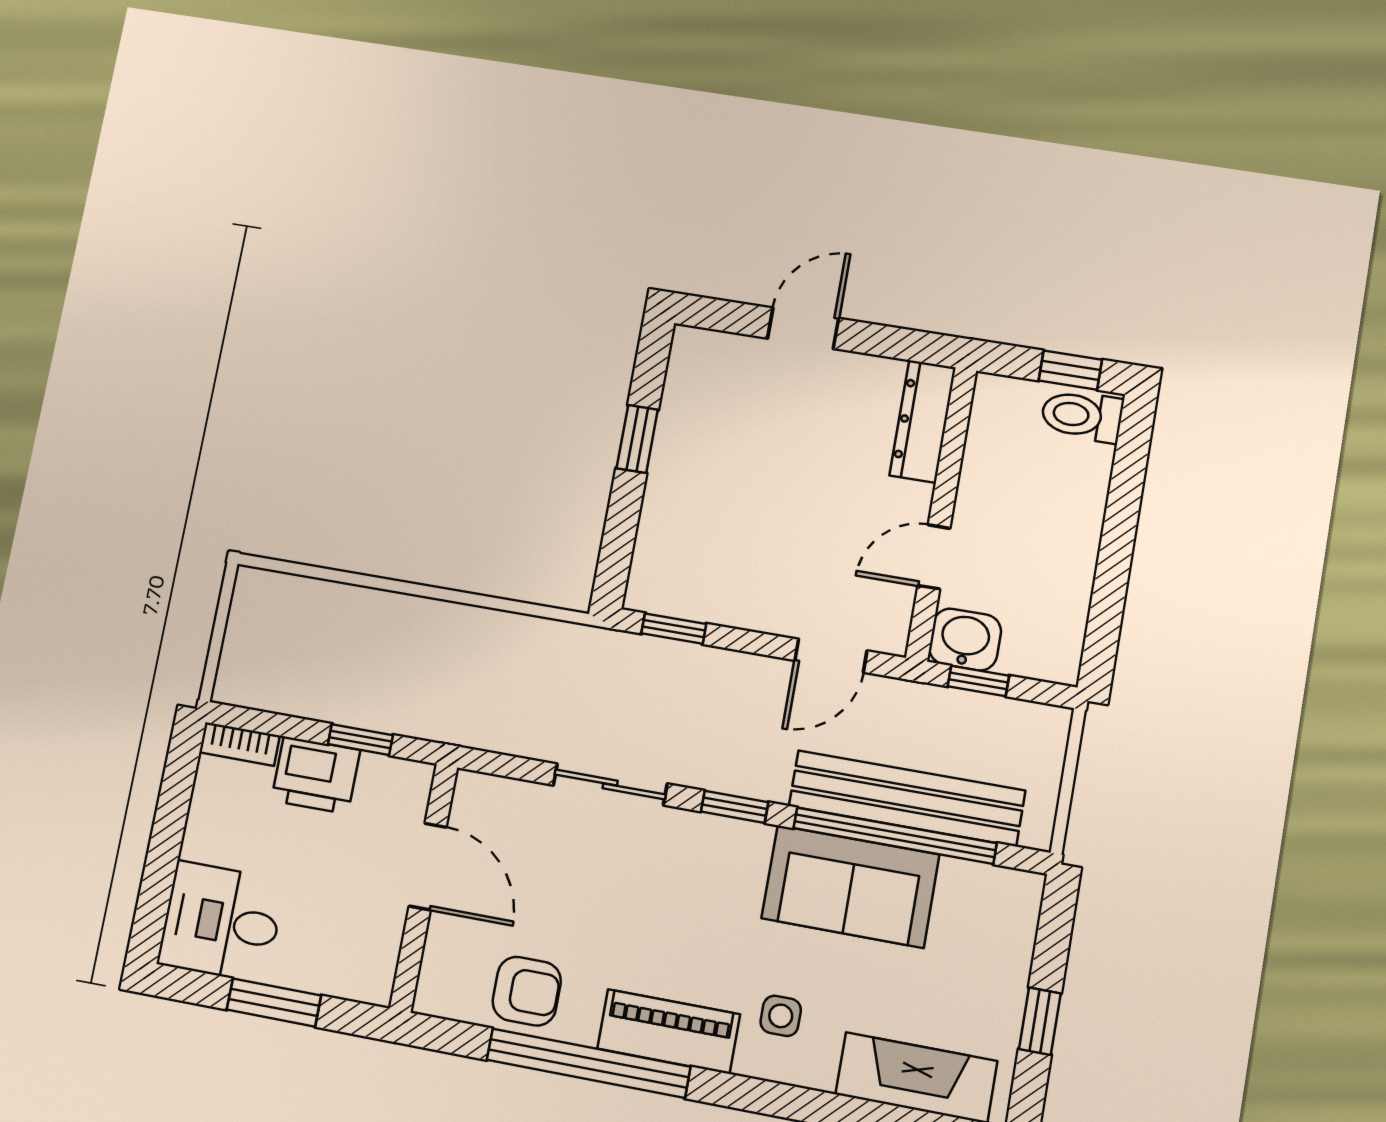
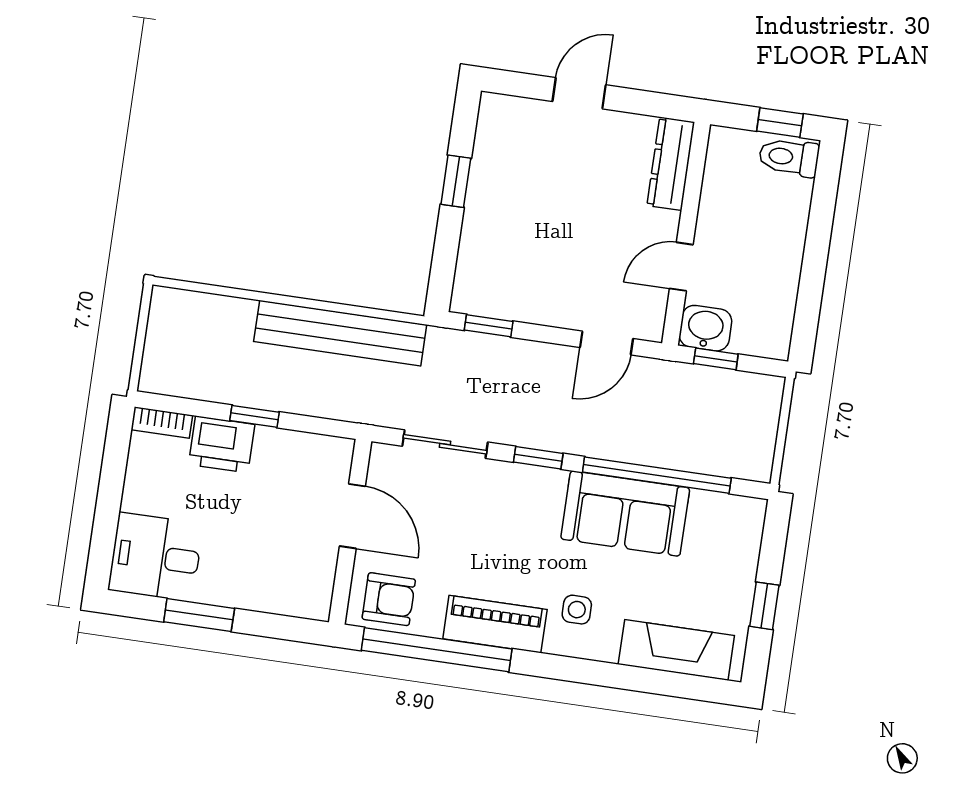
bench: (907, 798) -> (340, 333), moved
door: (428, 867) -> (352, 516), moved
wall: (424, 887) -> (350, 532), moved

